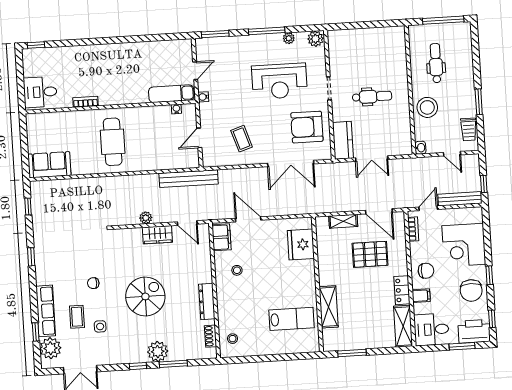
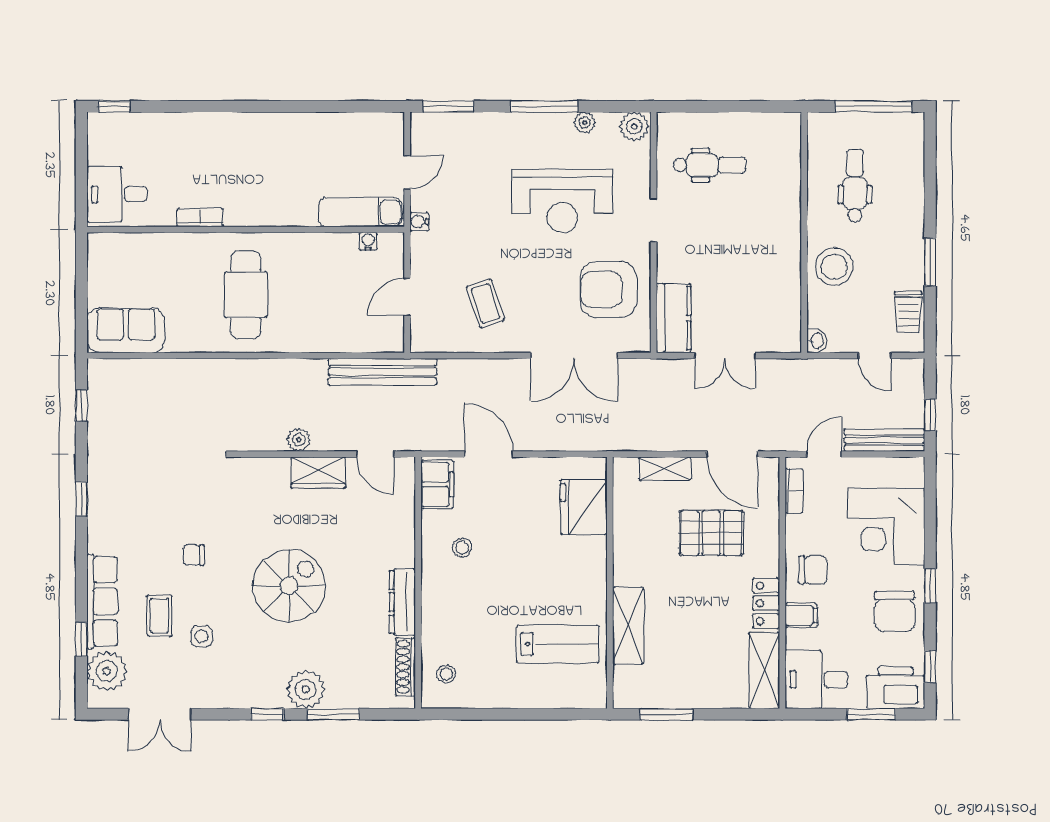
dental chair: (372, 97) -> (710, 165), moved
shoe rack: (210, 336) -> (405, 667), width x1.43

